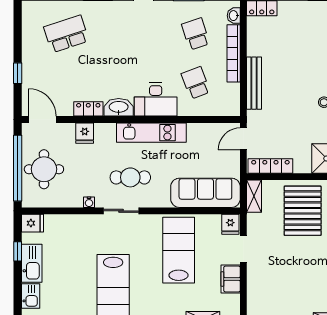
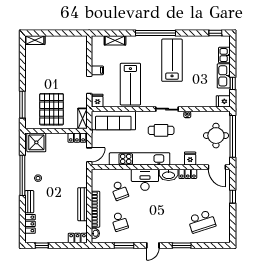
bench: (254, 83) -> (82, 204), moved
kitchen unit: (151, 133) -> (140, 159), width x1.36
locker: (270, 166) -> (77, 138), width x0.66
filing cabinet: (231, 279) -> (97, 70), width x0.50

